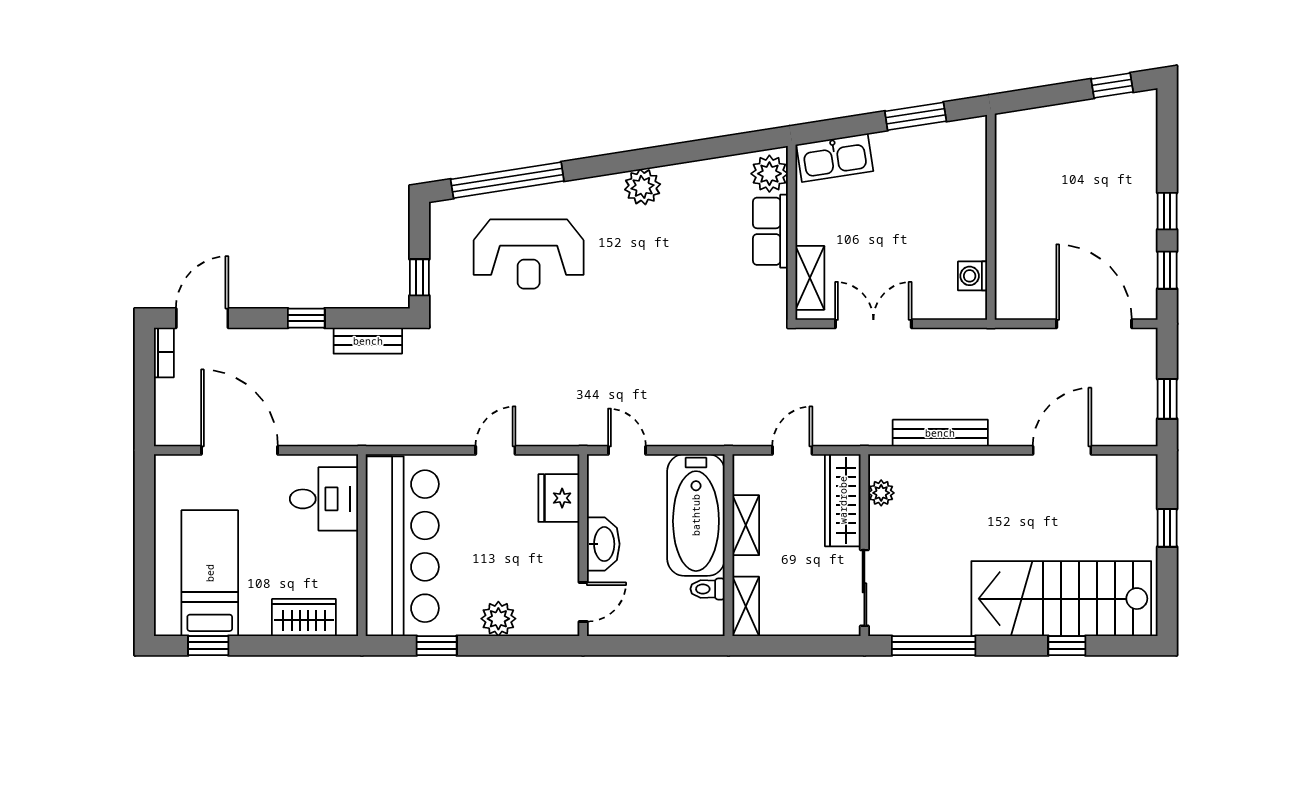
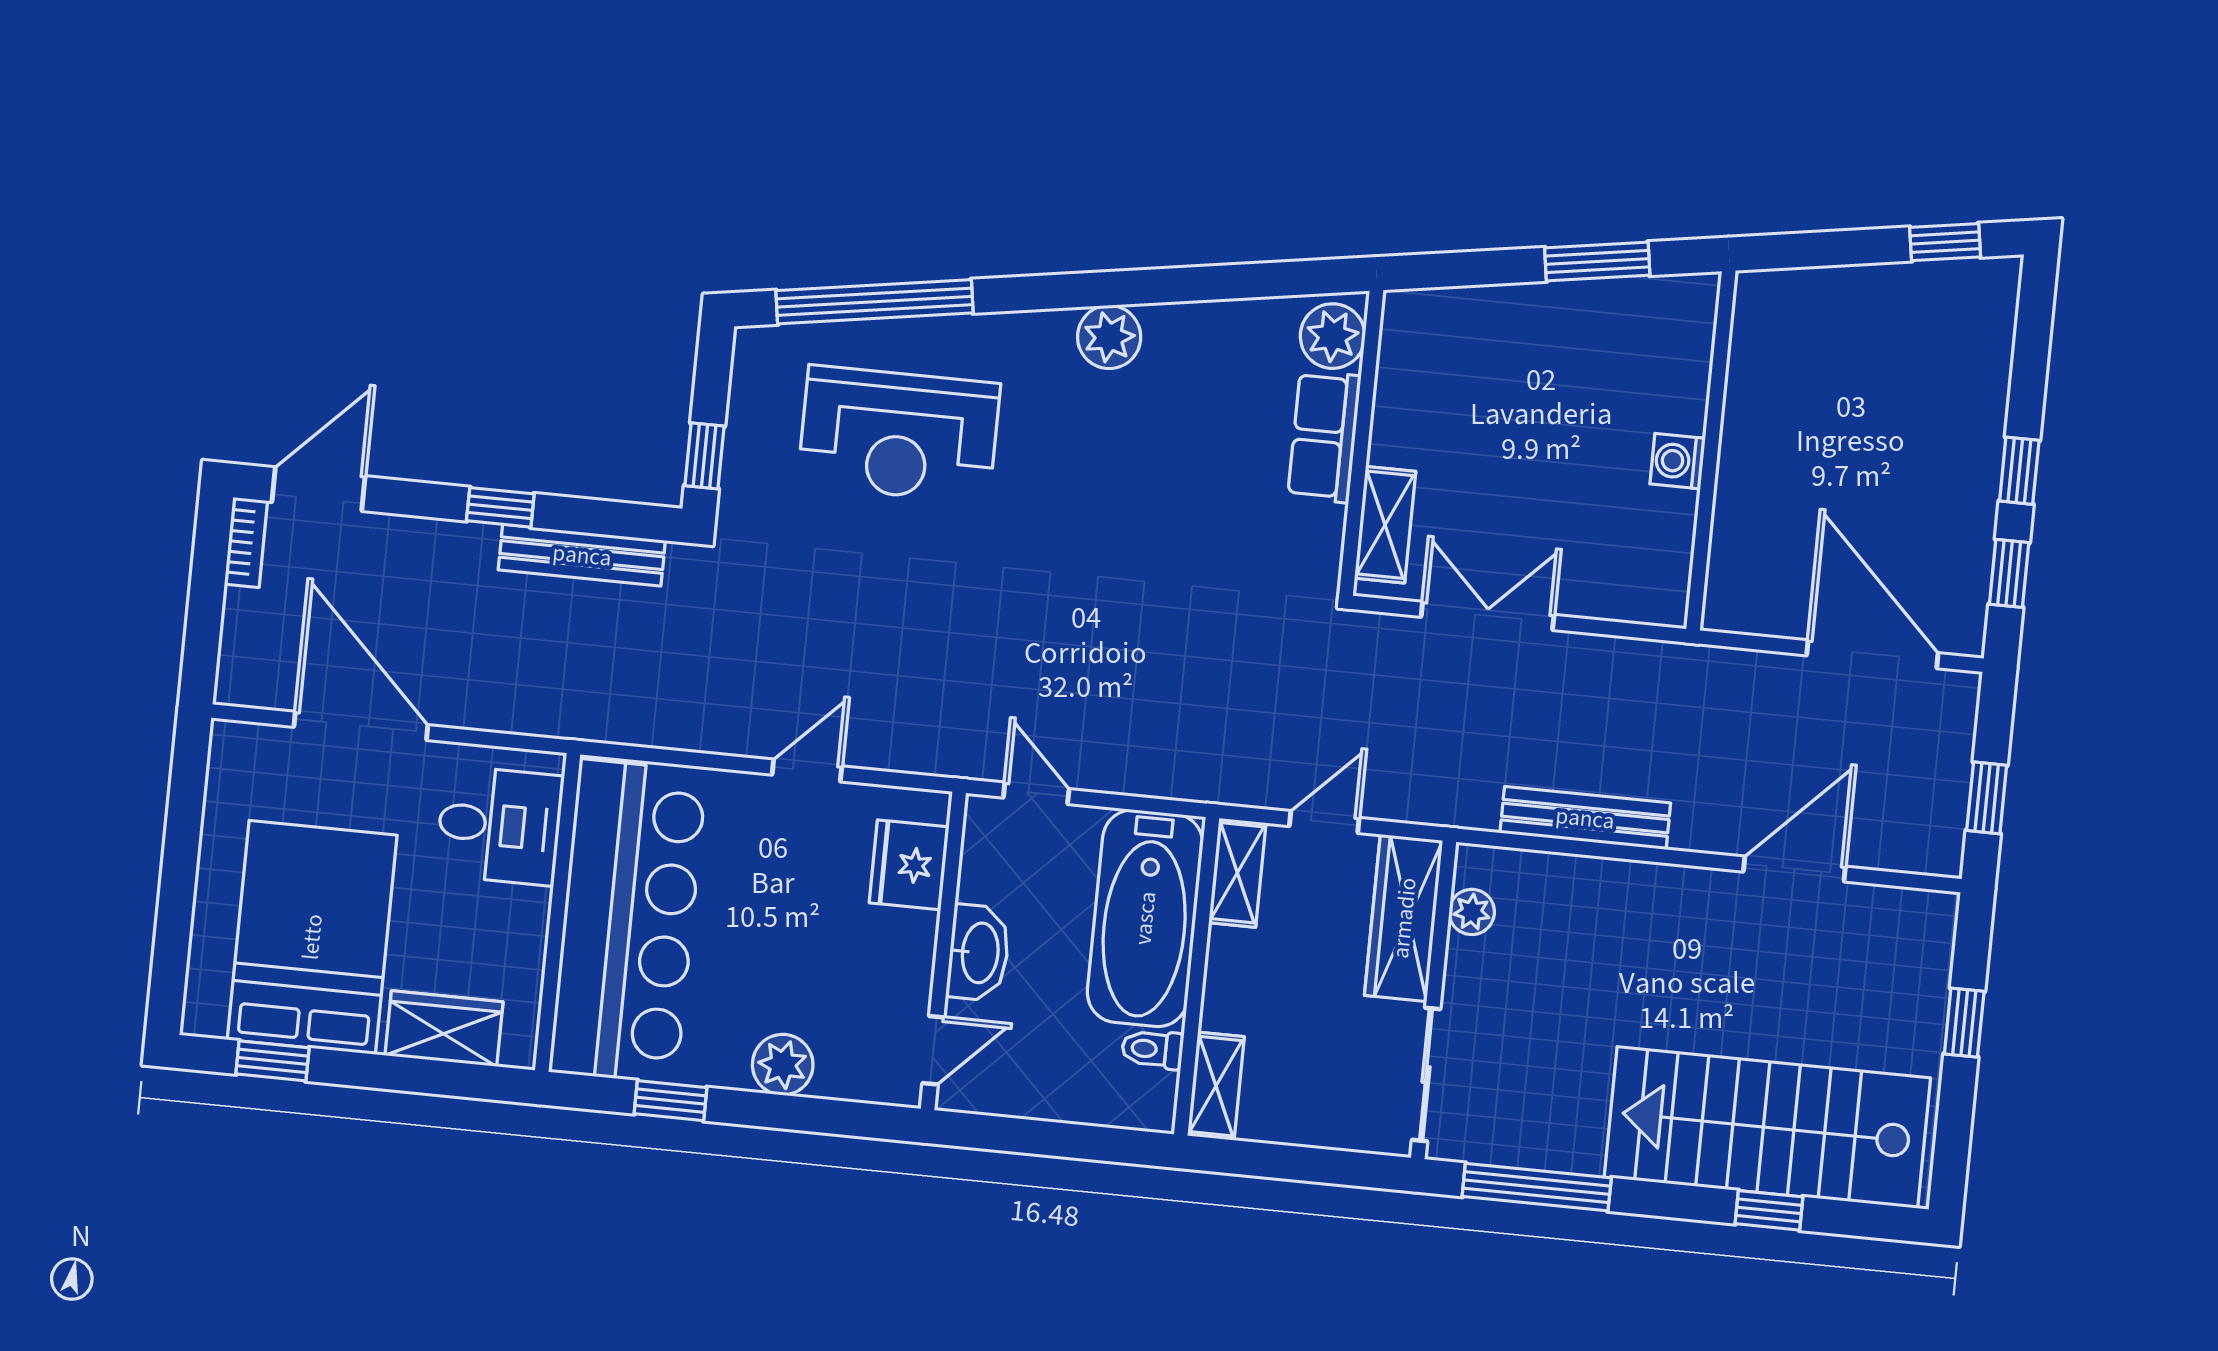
kitchen sink: (835, 158) -> (1449, 320), removed
washing machine: (973, 276) -> (1678, 461), moved
bench: (368, 341) -> (582, 555), width x1.36
shelving: (746, 525) -> (1237, 873), moved
bed: (210, 573) -> (312, 937), width x1.50

